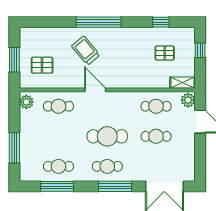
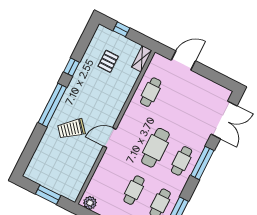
window: (161, 22) -> (72, 67), moved
pallet: (42, 65) -> (65, 173), removed
plant: (188, 100) -> (159, 62), removed
cafe table: (58, 106) -> (134, 190), moved
cafe table: (156, 136) -> (177, 105), removed

